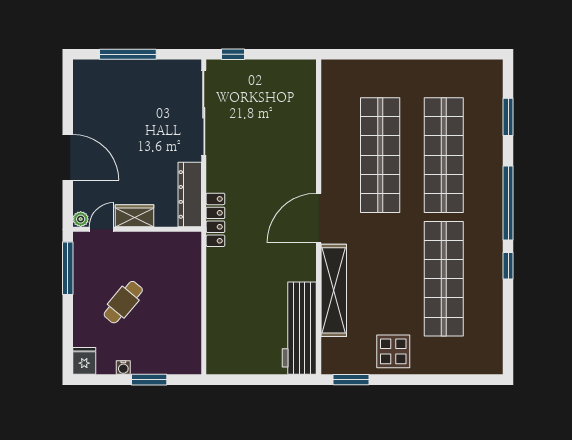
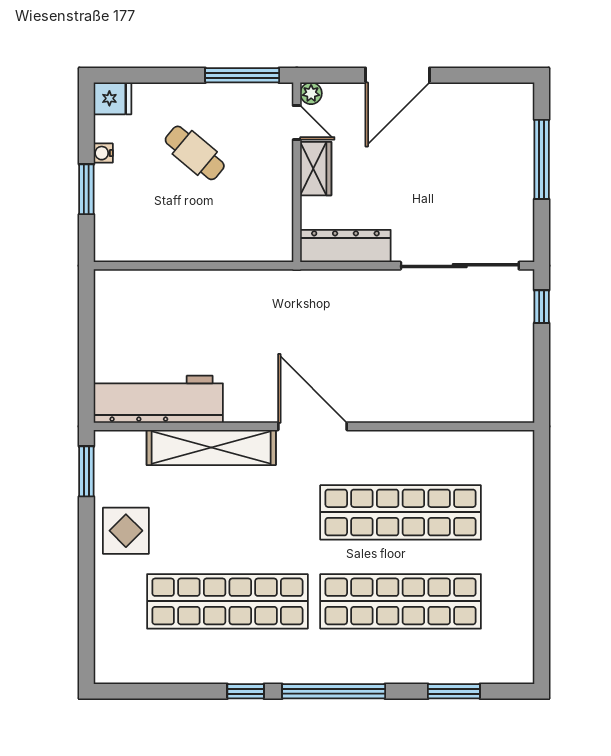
locker: (215, 220) -> (310, 282), removed

